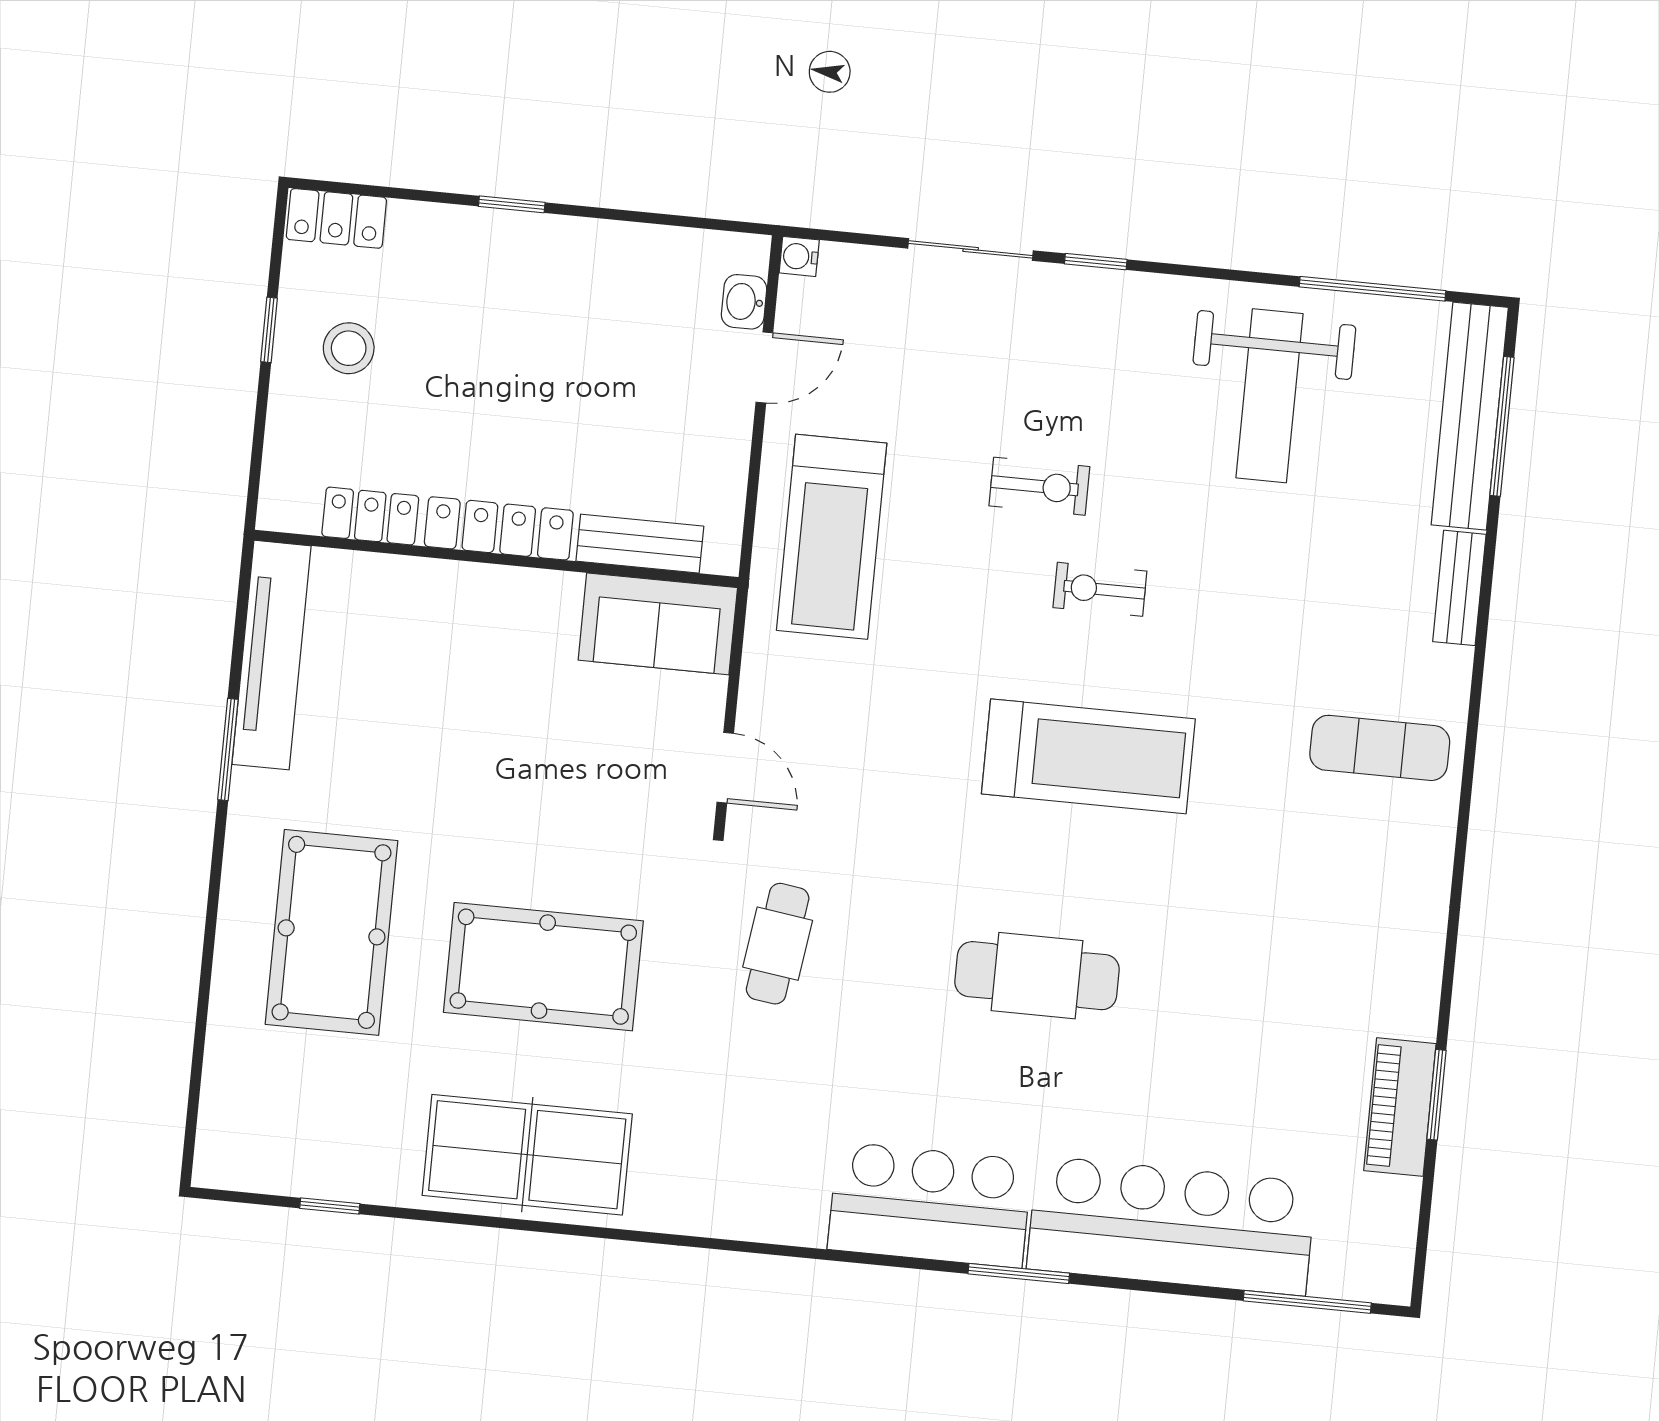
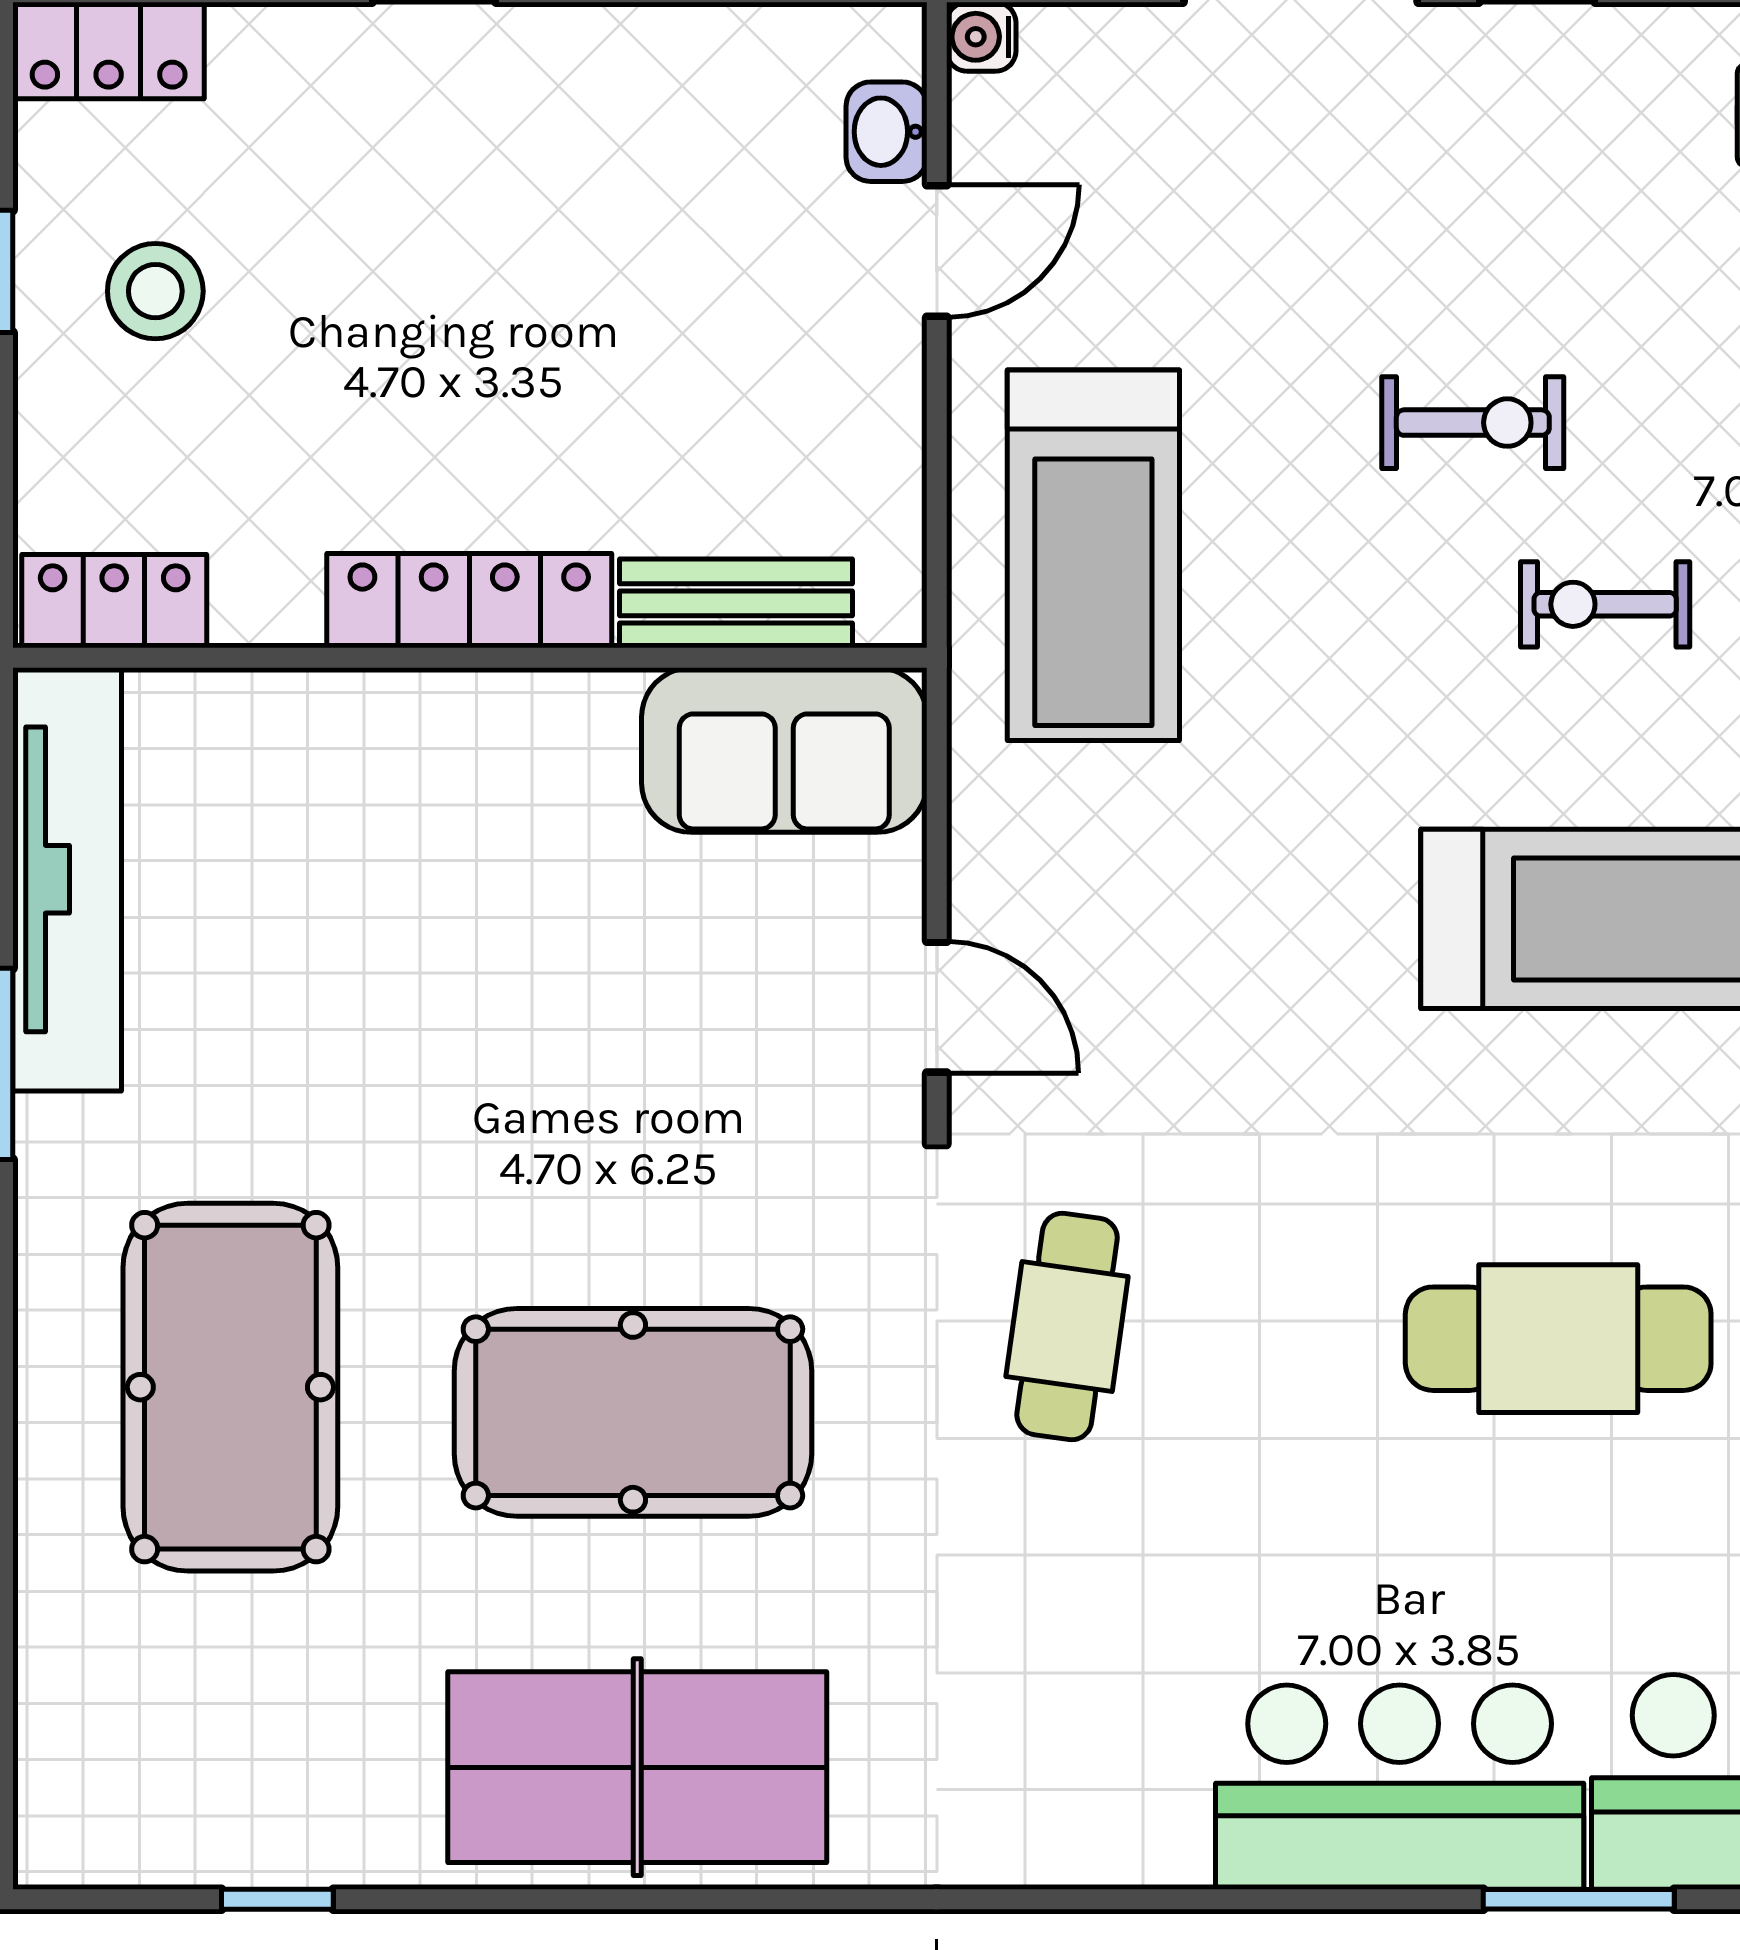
locker: (370, 516) -> (114, 601), moved

